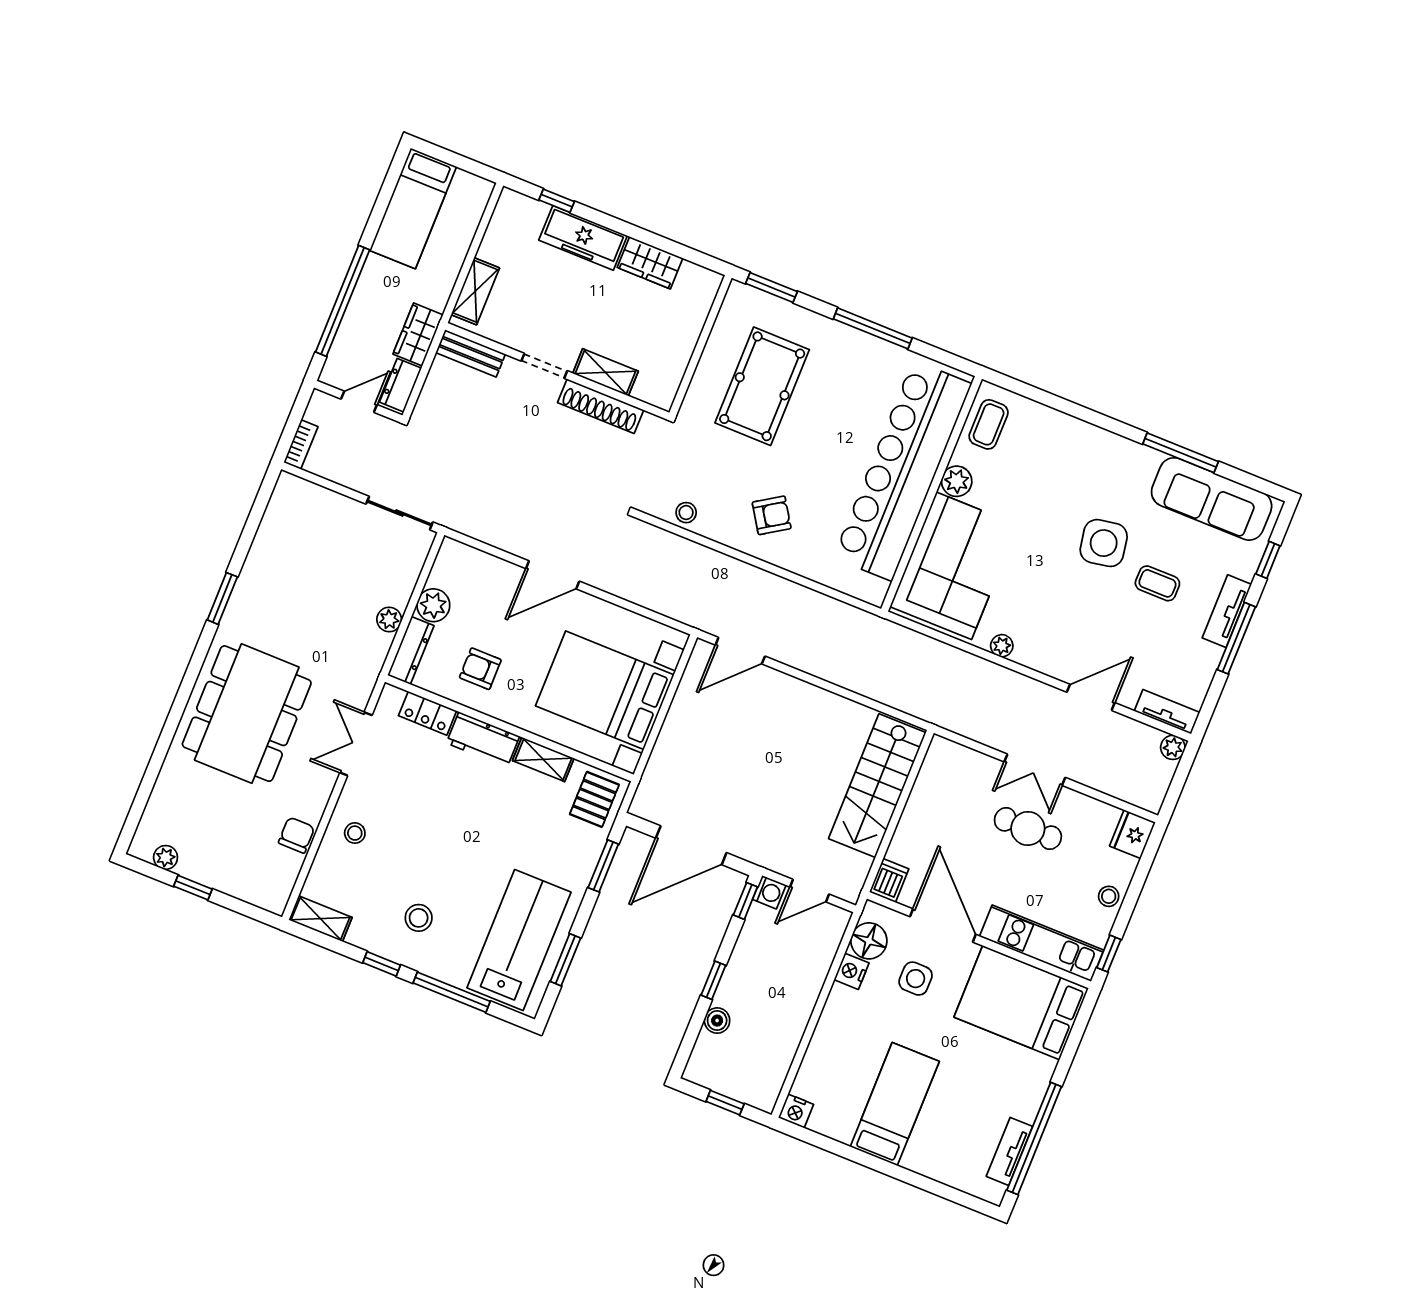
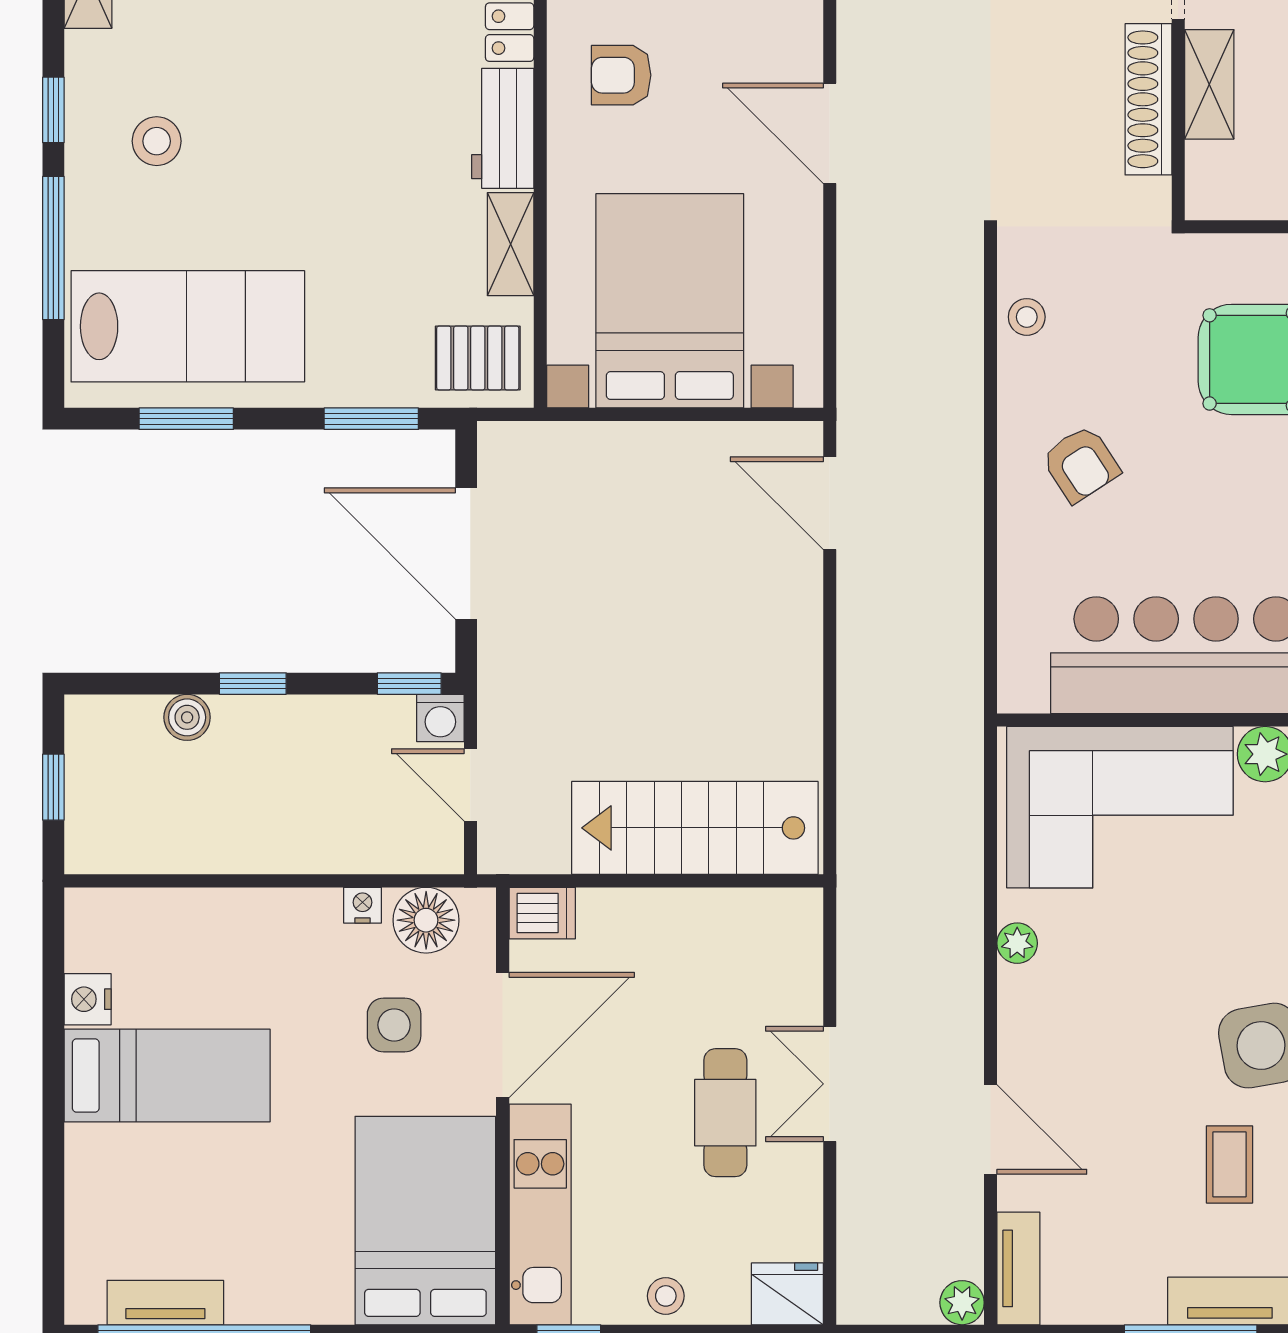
armchair: (480, 669) -> (621, 75), turned -90
nightstand: (851, 971) -> (363, 905), width x0.72, depth x0.74
nightstand: (796, 1111) -> (88, 999), moved

